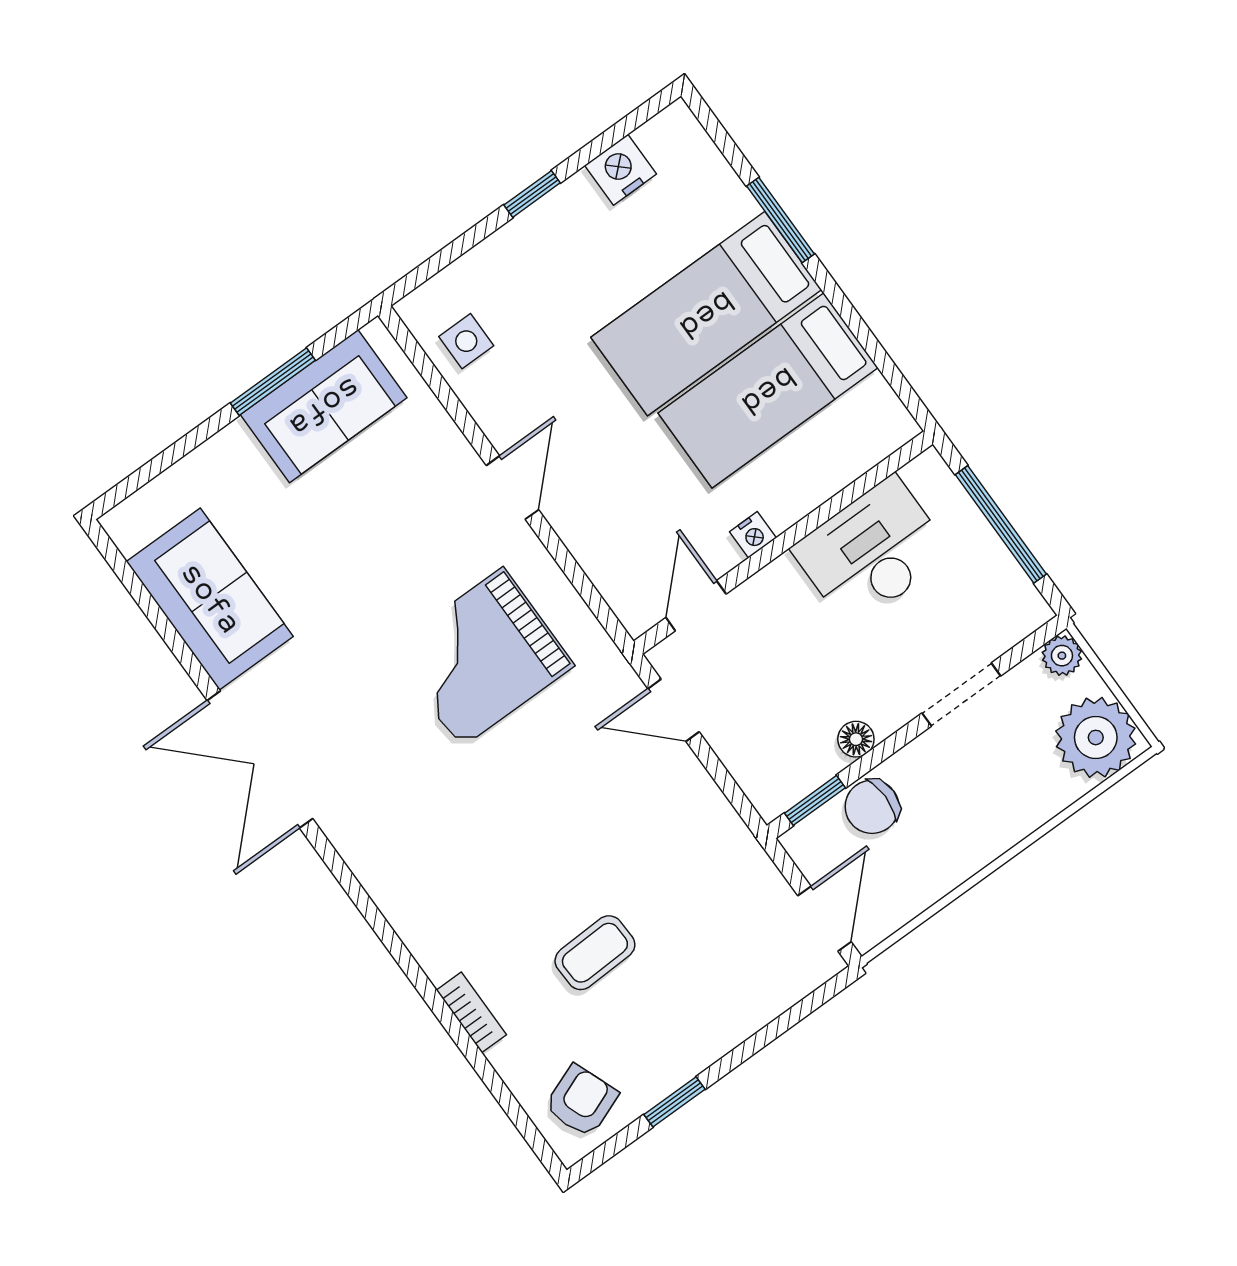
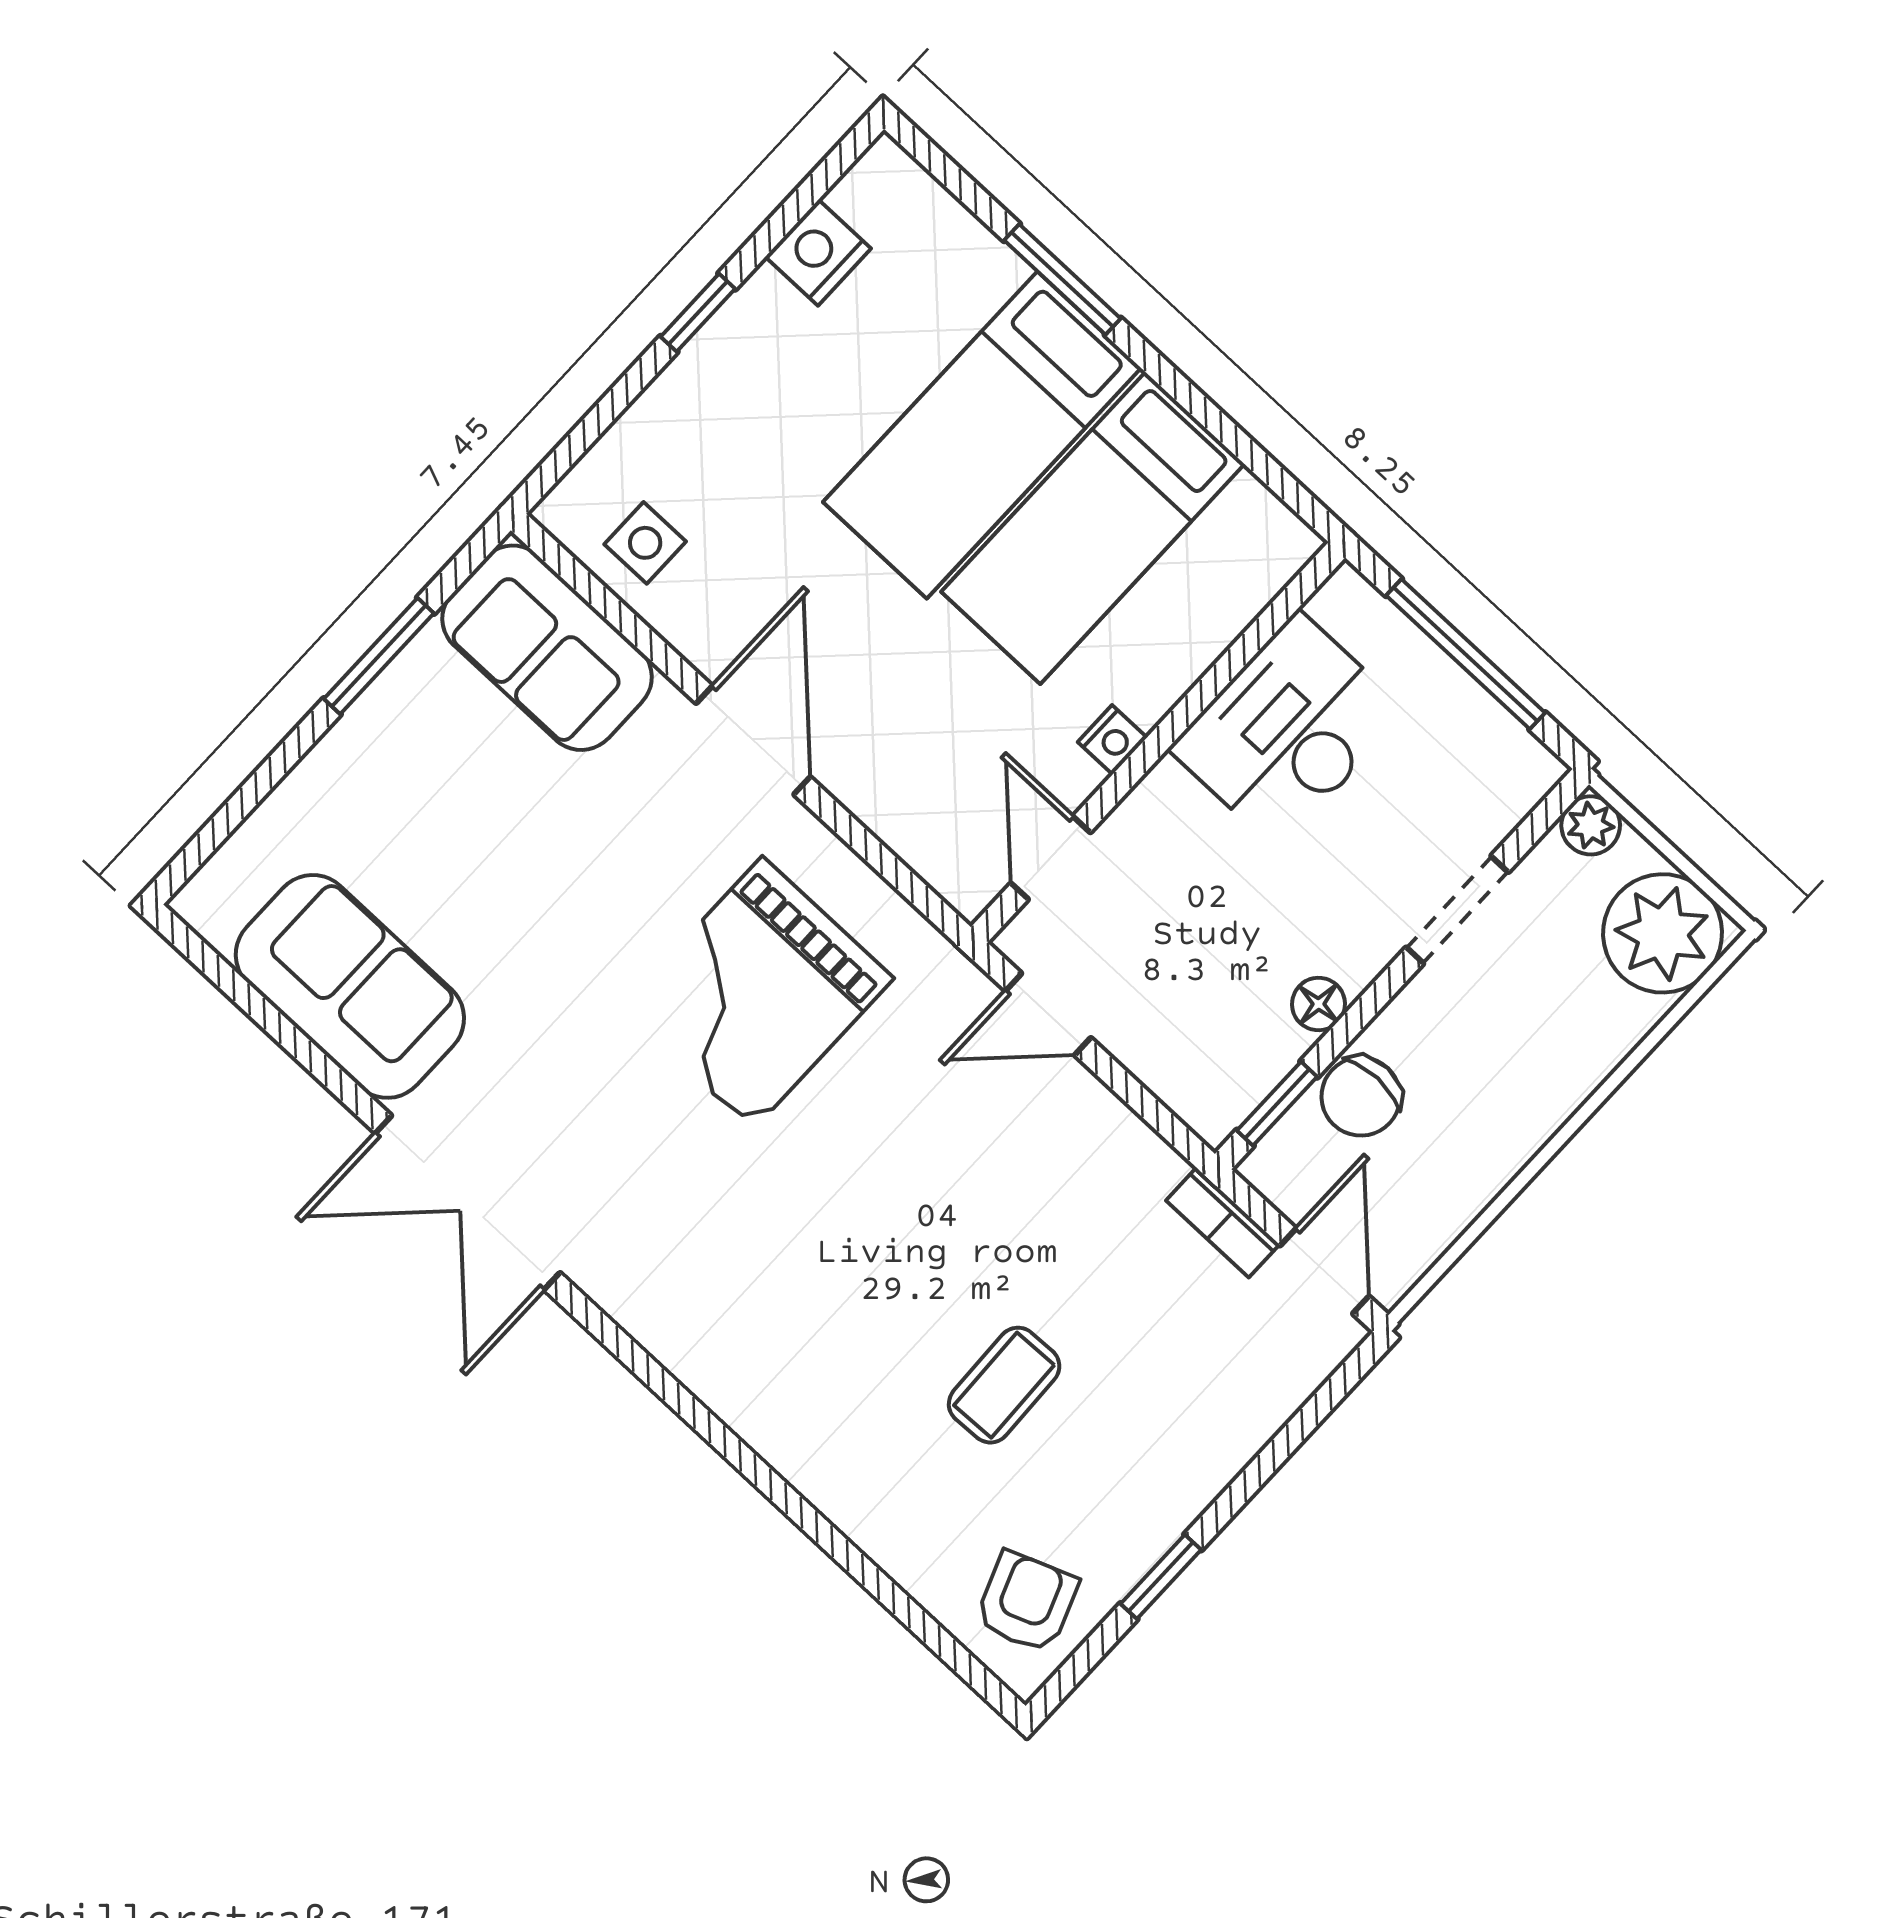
sofa: (324, 406) -> (547, 648), moved, turned 90
door: (512, 488) -> (753, 740), width x1.38
bookcase: (471, 1012) -> (1223, 1222), moved, turned 180

